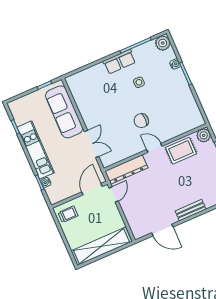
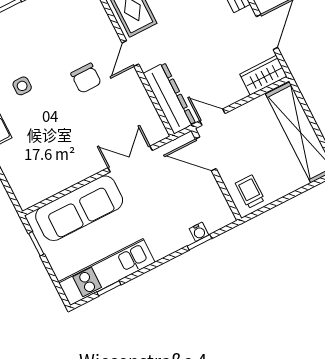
kitchen unit: (36, 150) -> (107, 272), moved
wardrobe: (137, 226) -> (263, 75), added

